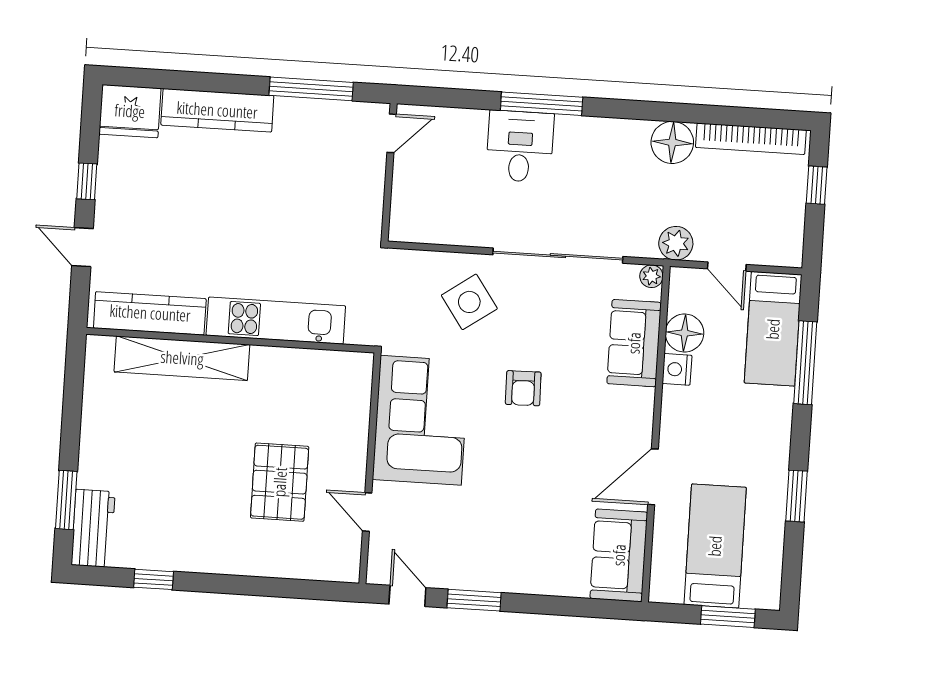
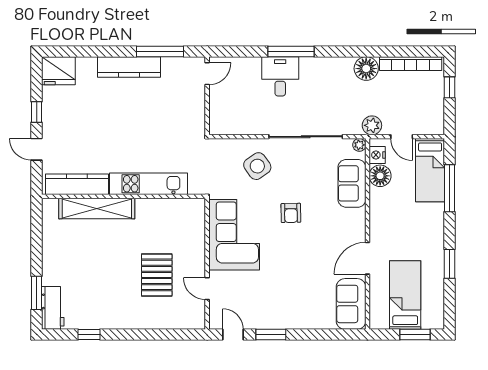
kitchen counter: (217, 110) -> (129, 67), moved
nightstand: (677, 369) -> (377, 155), moved

